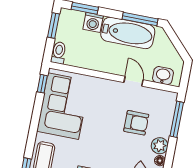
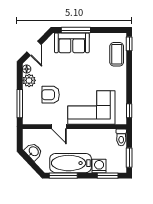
washbasin: (163, 76) -> (33, 151), moved, turned -133
corner sofa: (63, 106) -> (91, 107), moved, turned 90

